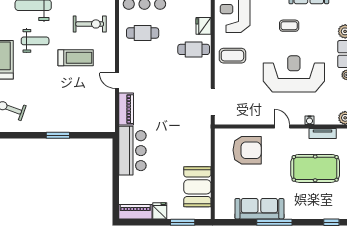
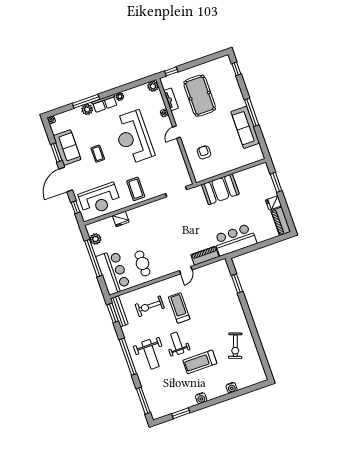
exercise bike: (90, 24) -> (150, 306), turned -90
cafe table: (194, 49) -> (141, 220), removed
window: (58, 135) -> (237, 283), moved
armchair: (247, 150) -> (204, 152), width x0.53, depth x0.53
booth: (197, 187) -> (220, 189), moved

